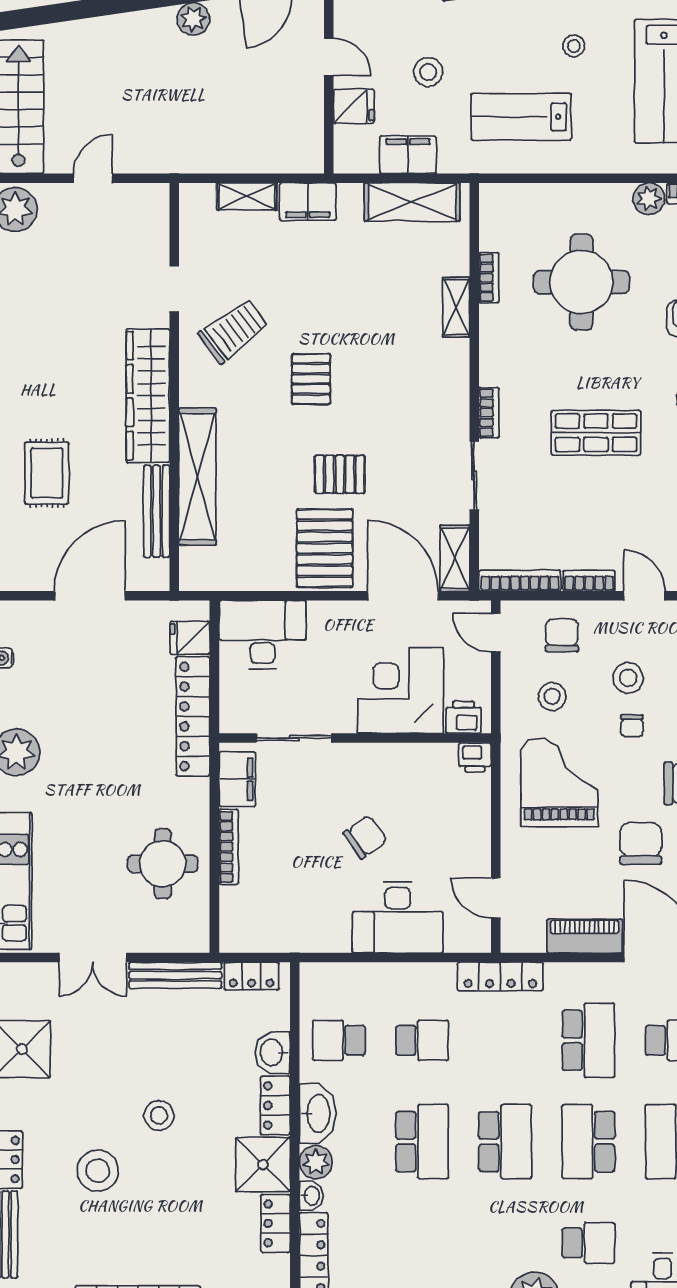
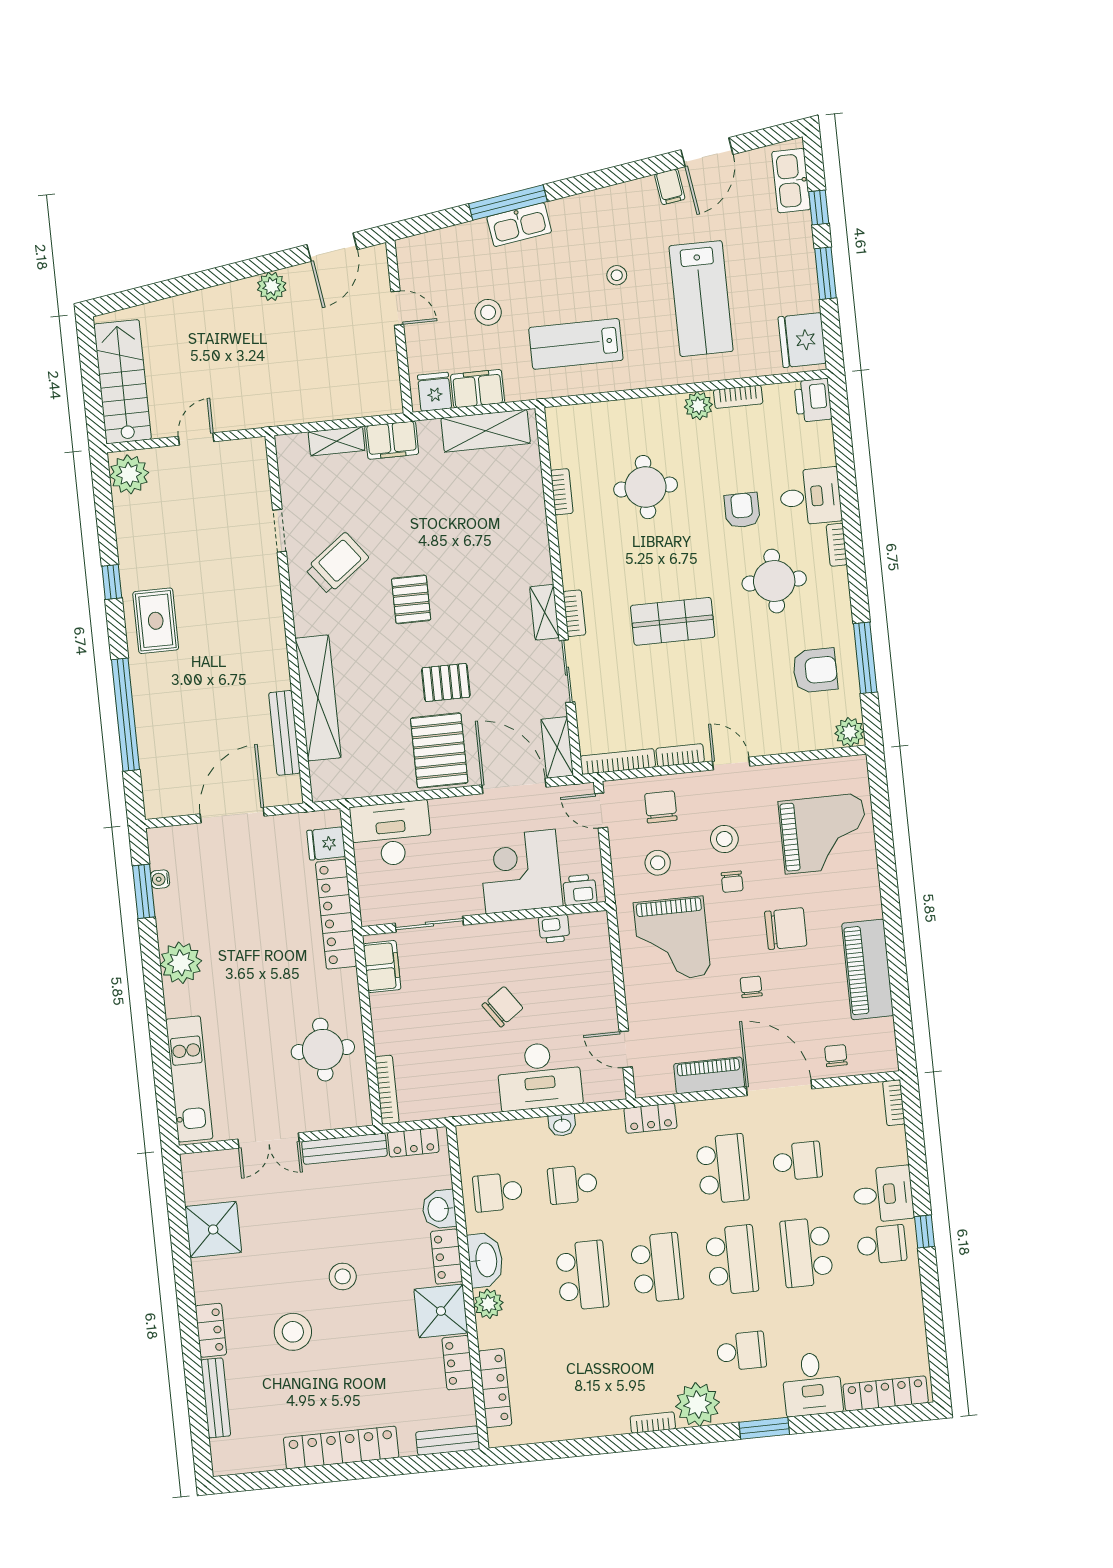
fridge: (354, 106) -> (435, 392), moved, turned -90
round table: (581, 282) -> (646, 487), width x0.73, depth x0.73
shelving: (456, 307) -> (544, 612), moved
wardrobe: (148, 396) -> (266, 630), removed
rug: (47, 473) -> (156, 621), moved
printer: (475, 757) -> (554, 929), moved
grand piano: (559, 782) -> (672, 939), turned 180
chair: (641, 843) -> (751, 987), width x0.54, depth x0.54
bookcase: (229, 847) -> (387, 1090), moved
locker: (500, 976) -> (650, 1118), width x0.66
school desk: (422, 1040) -> (573, 1184), turned 180
school desk: (588, 1142) -> (732, 1260), turned 180
washbasin: (311, 1196) -> (562, 1125), moved, turned 90

